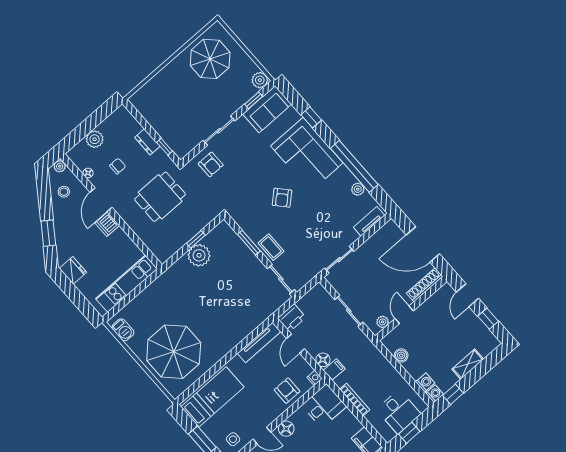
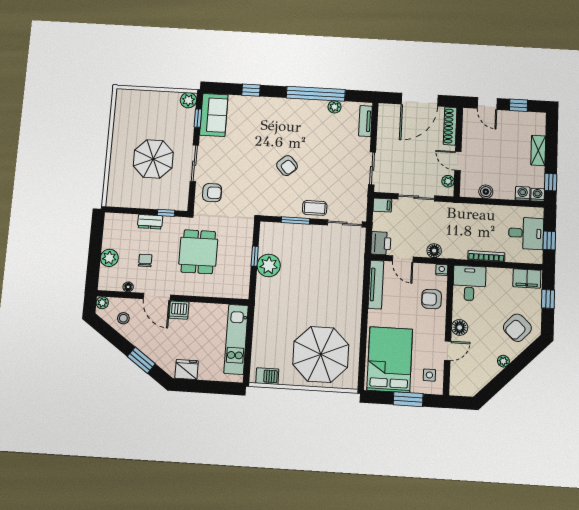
parasol: (210, 59) -> (153, 159), moved
corner sofa: (307, 154) -> (274, 118), removed
filing cabinet: (334, 370) -> (382, 205), moved, turned 90
bed: (212, 397) -> (390, 360), width x1.50

